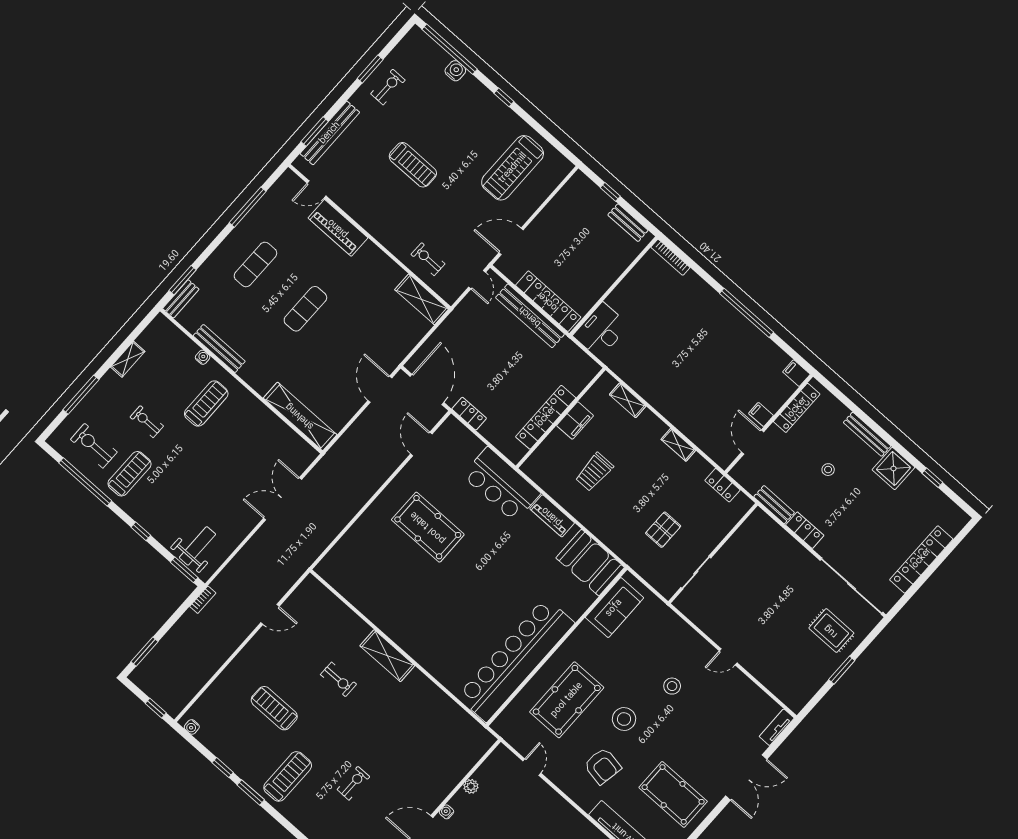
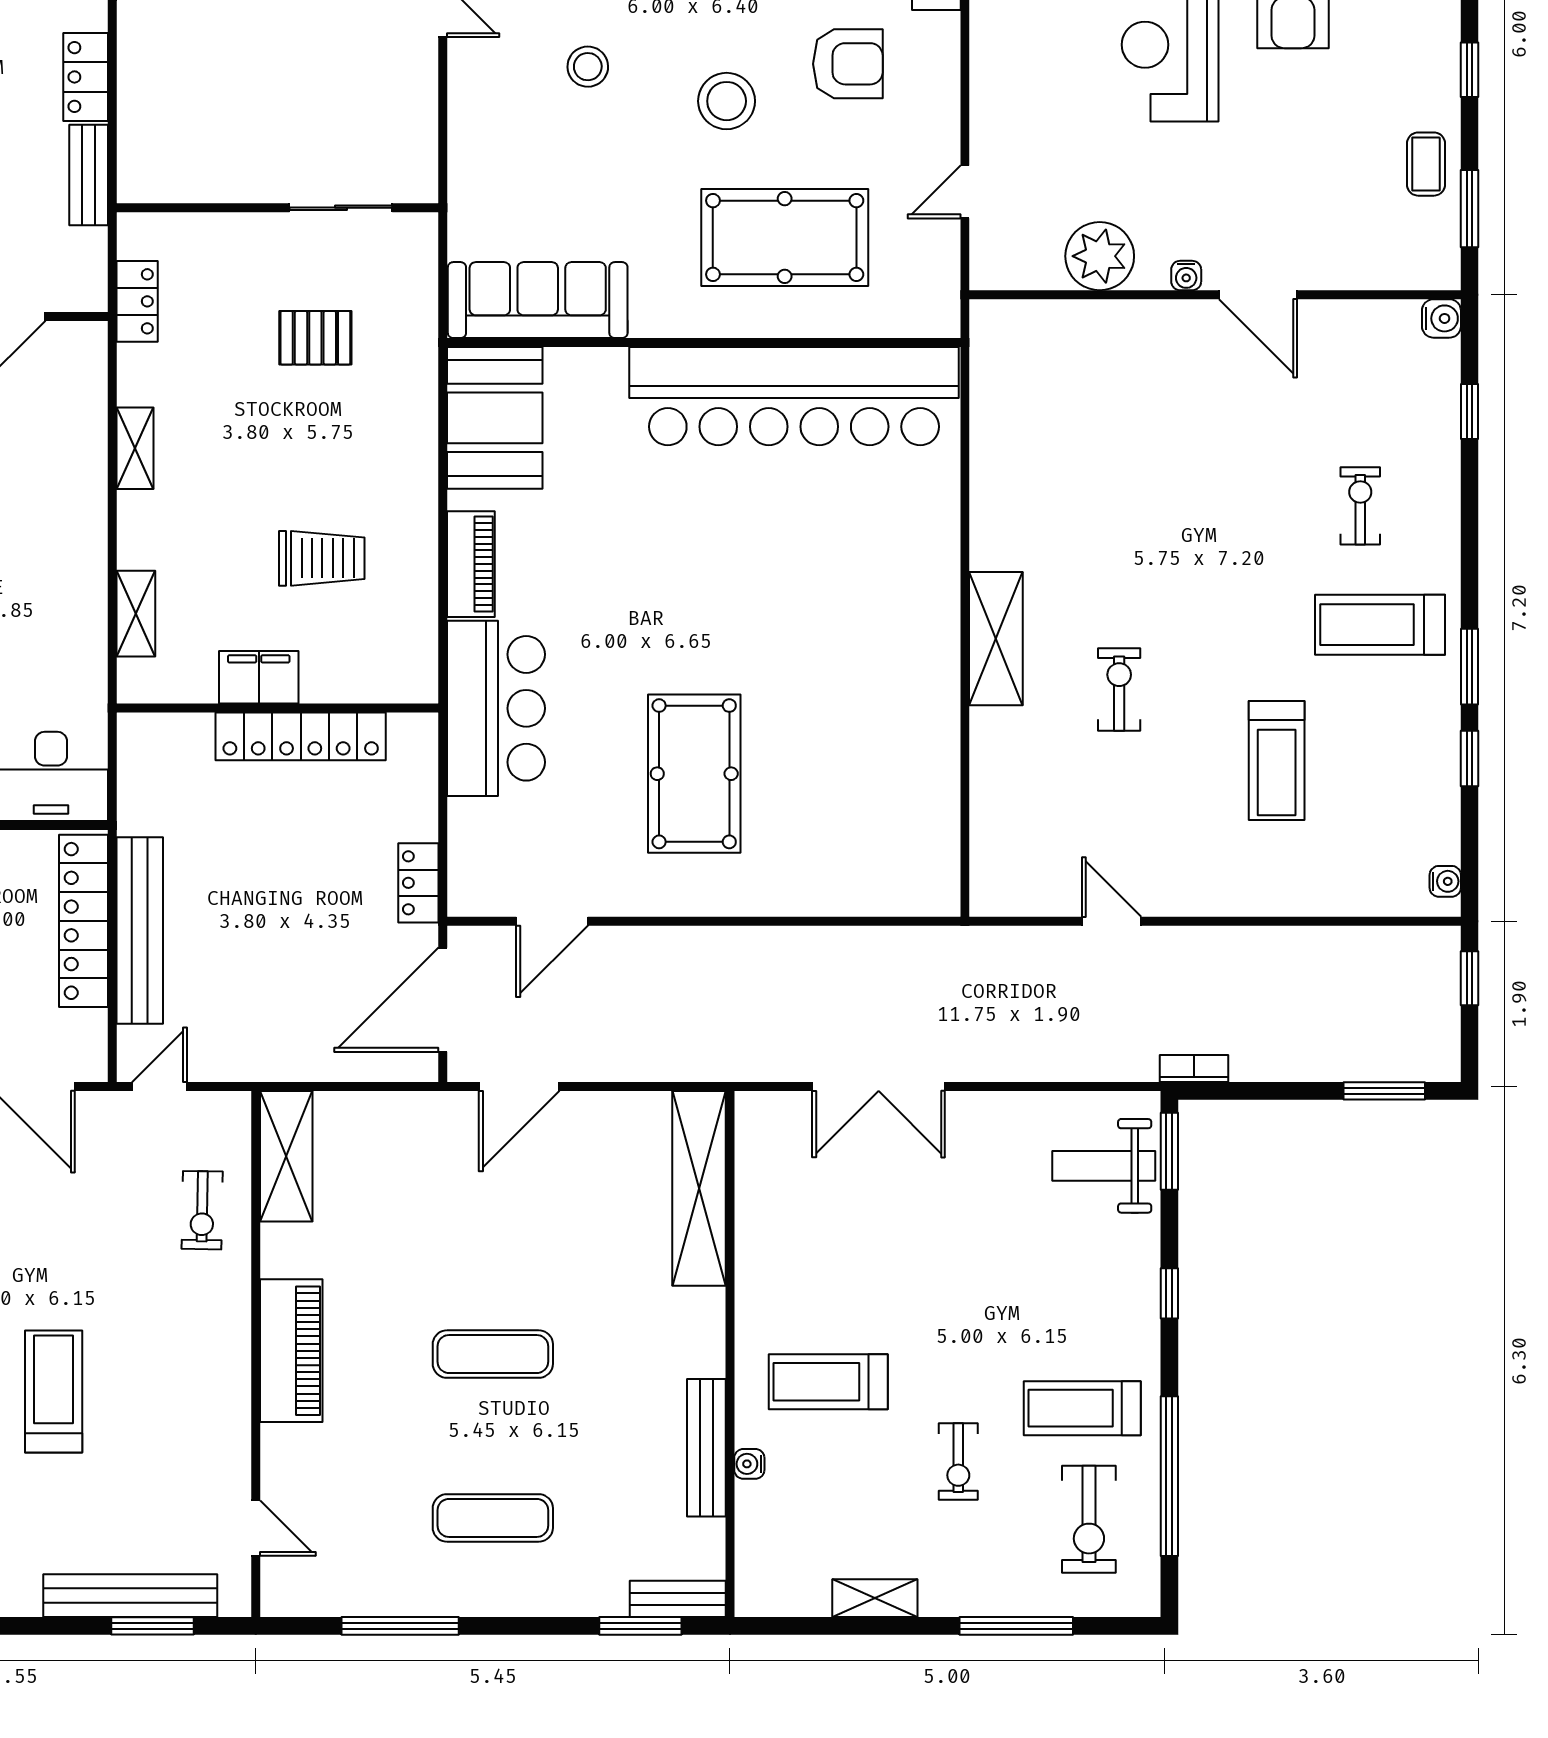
piano: (338, 228) -> (291, 1351), moved
sofa: (614, 608) -> (538, 300), width x1.36
armchair: (603, 766) -> (848, 64), turned 80
exercise bike: (353, 783) -> (1360, 506), moved, turned 90
plant: (471, 786) -> (1100, 256), width x1.87, depth x1.87

